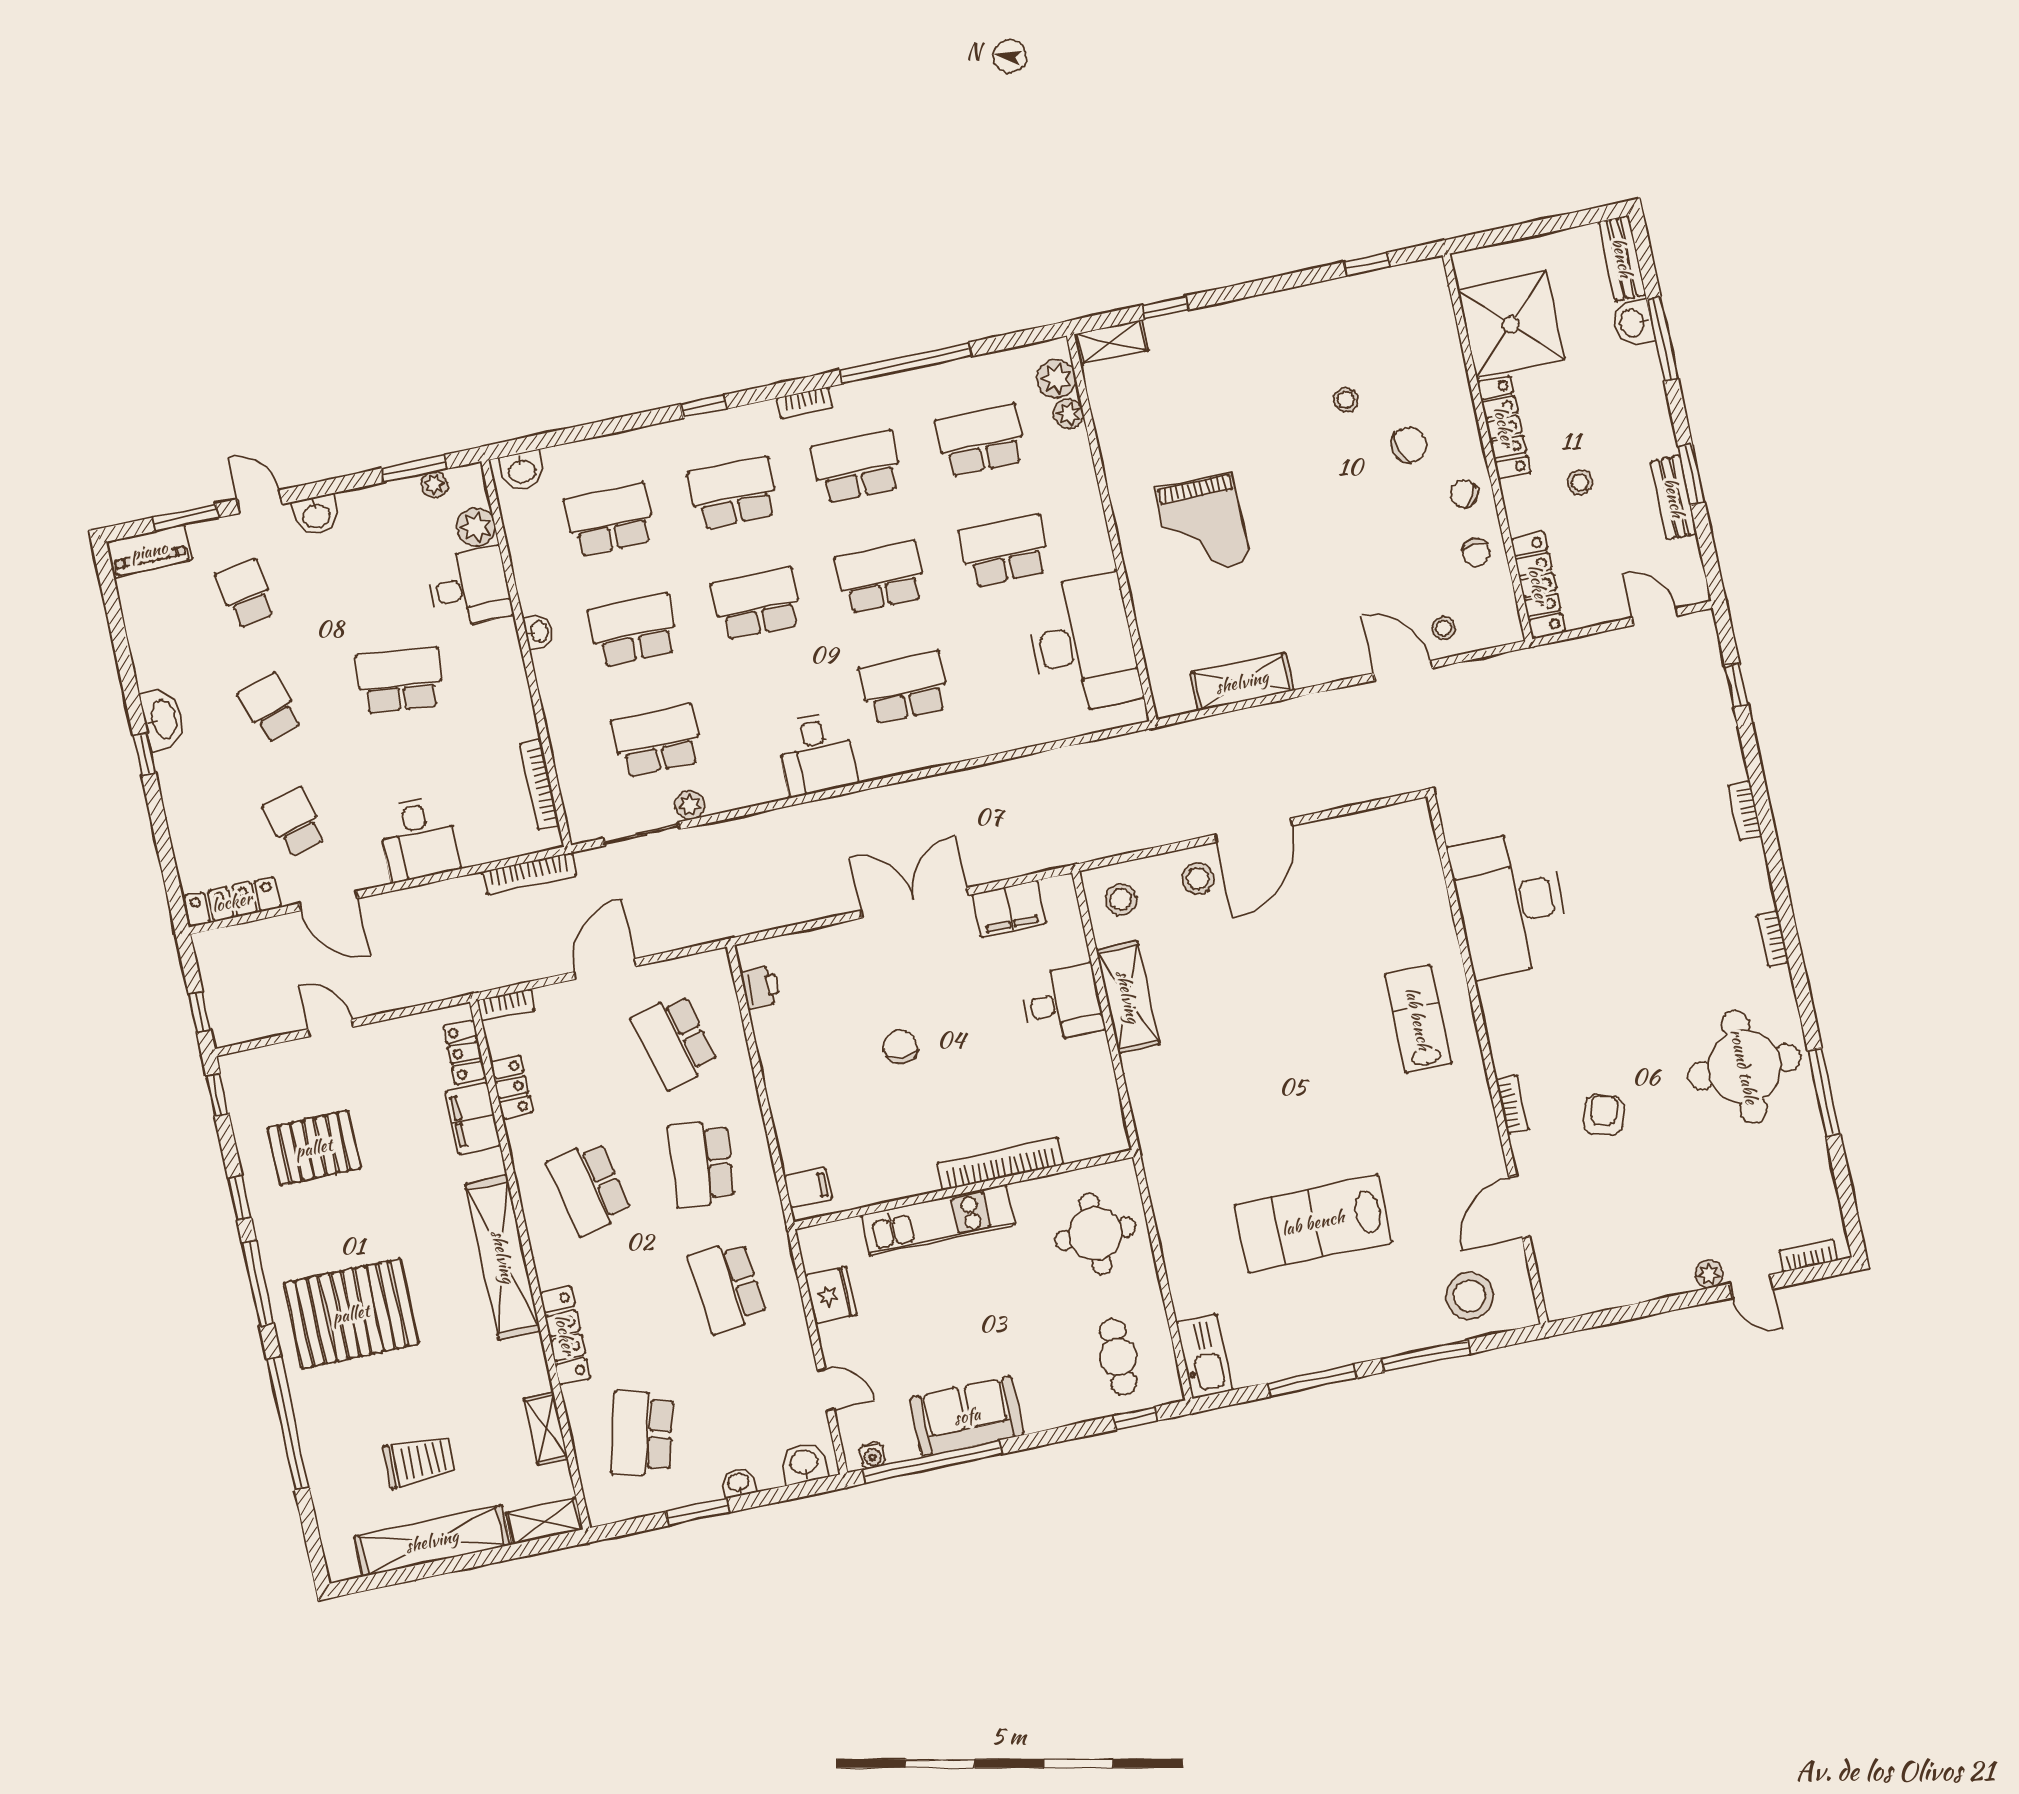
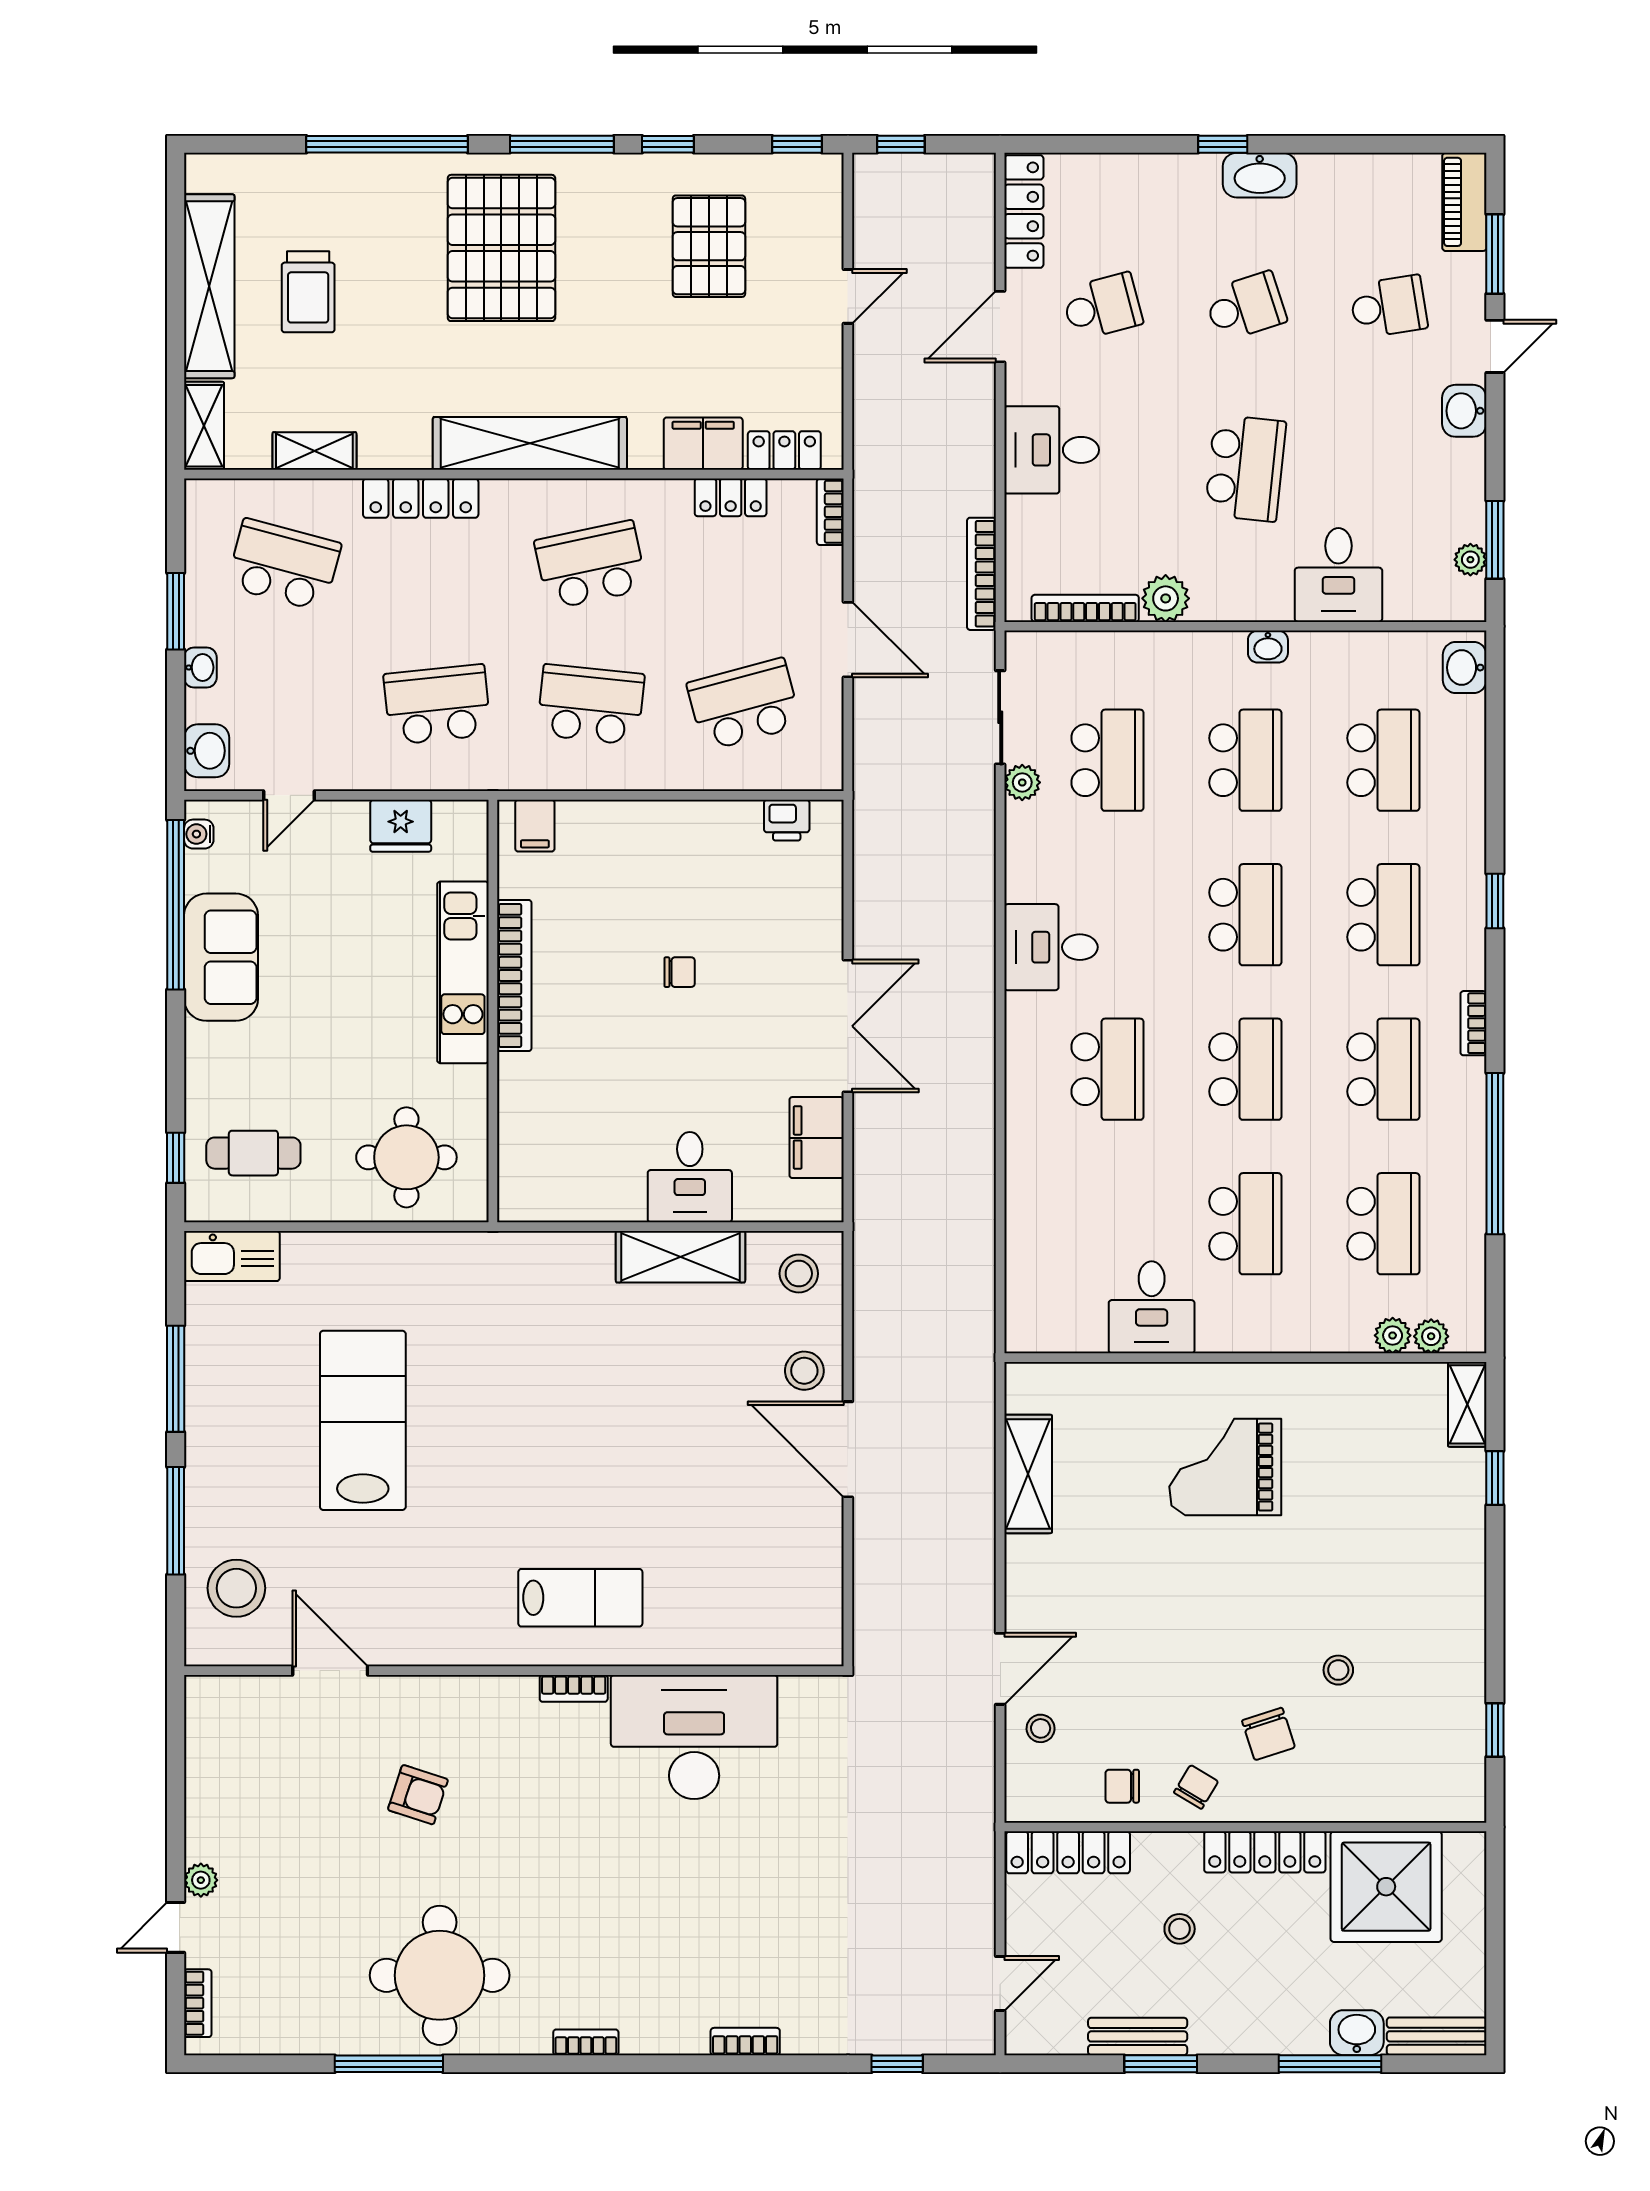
plant: (1056, 379) -> (1431, 1336), width x0.73, depth x0.73
plant: (476, 527) -> (1166, 598), moved
desk: (1083, 644) -> (1152, 1307), width x0.53, depth x0.77
chair: (900, 1047) -> (680, 972), width x0.73, depth x0.73
bookcase: (1512, 1104) -> (574, 1688), moved
bookcase: (1000, 1164) -> (514, 976), moved

